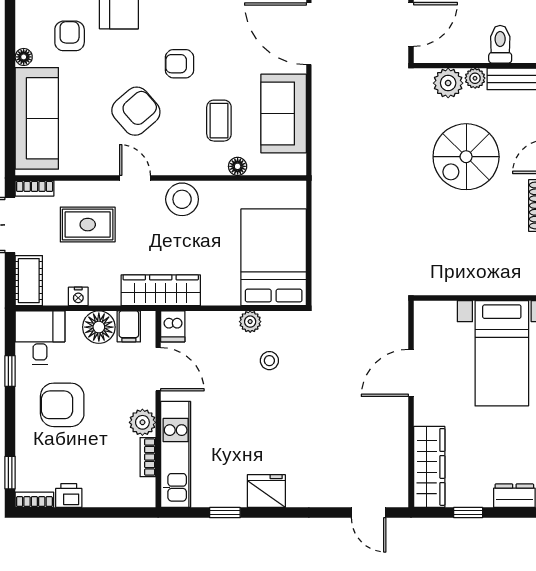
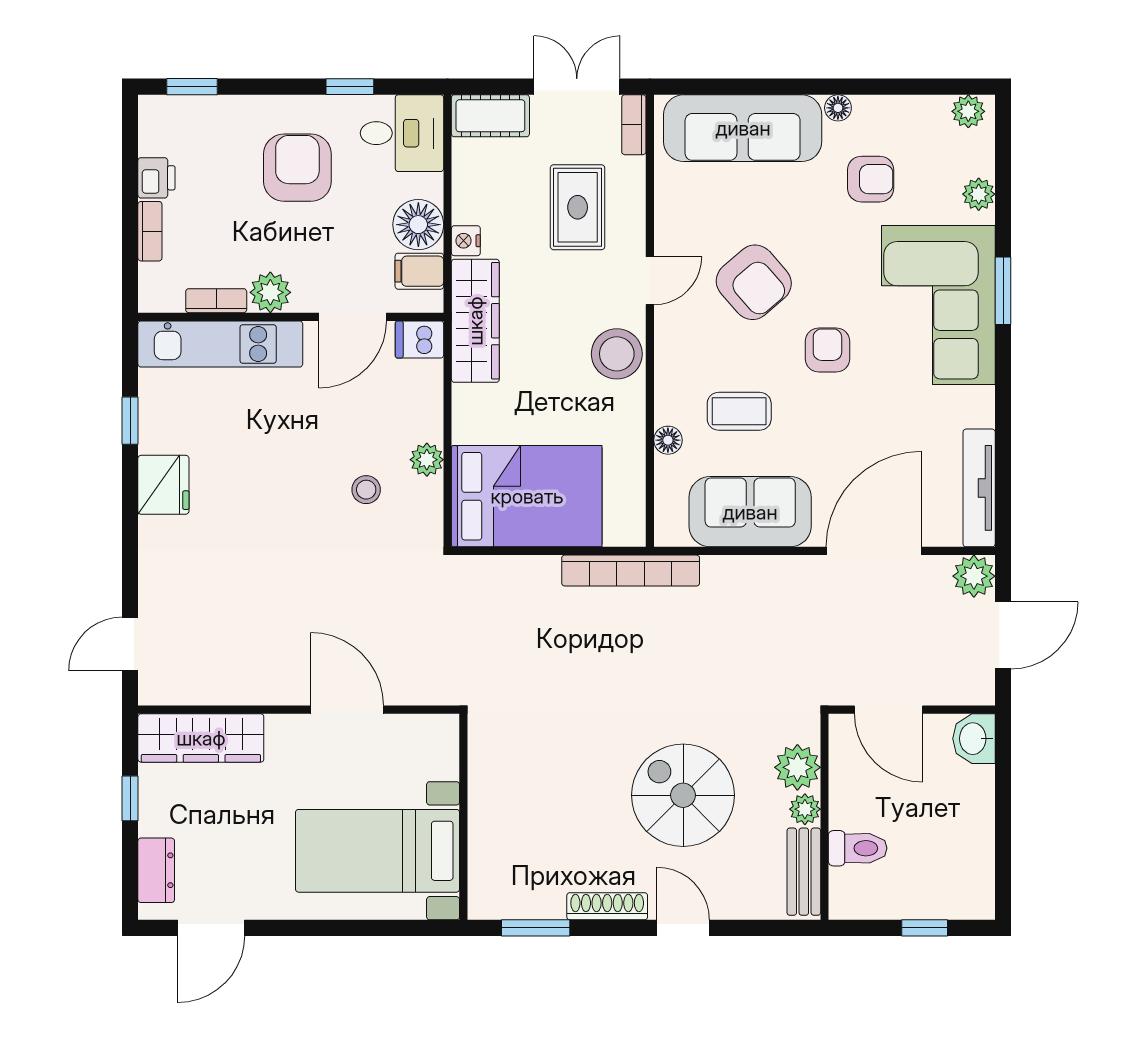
bookcase: (321, 190) -> (631, 571), added
nightstand: (78, 296) -> (466, 241), moved
bookcase: (34, 500) -> (150, 231), moved

